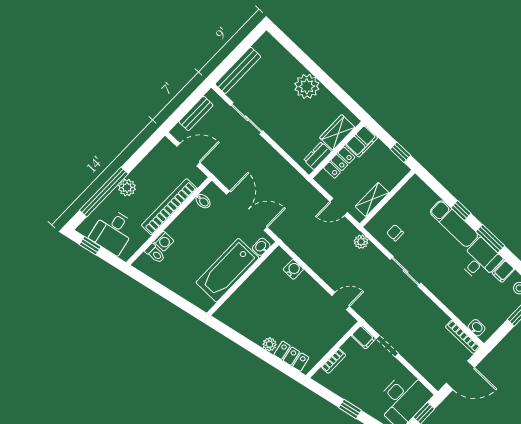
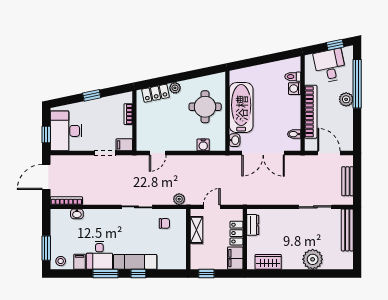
plant: (307, 86) -> (313, 259), moved
wardrobe: (337, 132) -> (268, 262), moved, turned -90
door: (188, 155) -> (329, 153), swing flipped
round table: (259, 302) -> (205, 107), added
washbasin: (477, 328) -> (77, 214), moved

